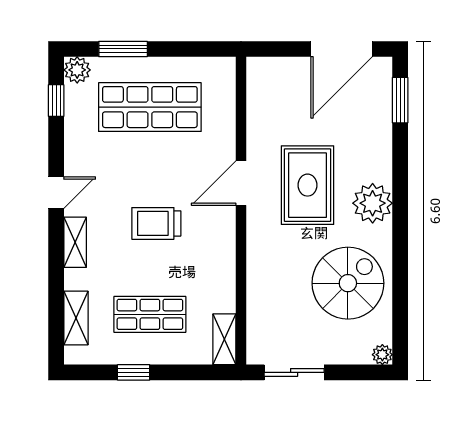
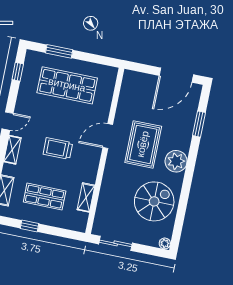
plant: (77, 70) -> (32, 58), removed
window: (400, 100) -> (199, 124), moved
shelving: (224, 339) -> (86, 198), moved

